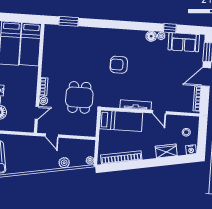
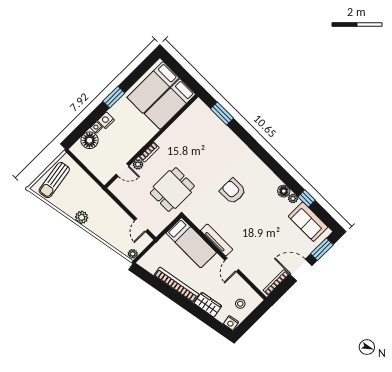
door: (52, 135) -> (141, 225), moved
bookcase: (121, 157) -> (176, 285), moved
plant: (64, 163) -> (82, 217), moved

